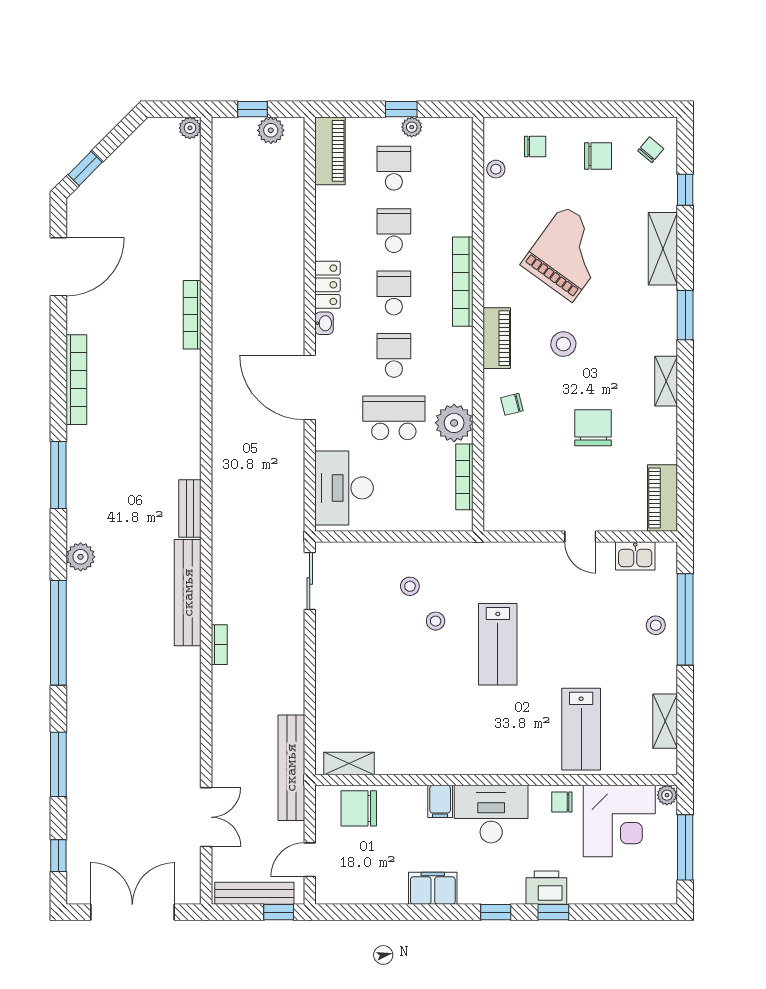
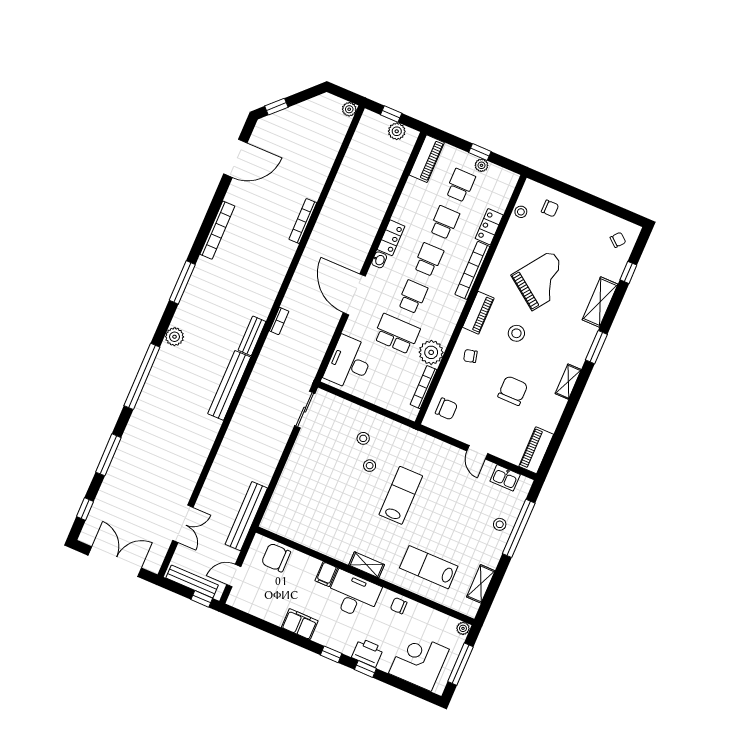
chair: (598, 156) -> (446, 409), moved
locker: (460, 209) -> (489, 227), added
lab bench: (498, 644) -> (401, 495), turned 180
bookcase: (219, 645) -> (279, 321), moved
lab bench: (581, 729) -> (429, 567), turned 90
shelving: (349, 764) -> (367, 565), moved
corner desk: (619, 821) -> (419, 661), moved, turned 180

